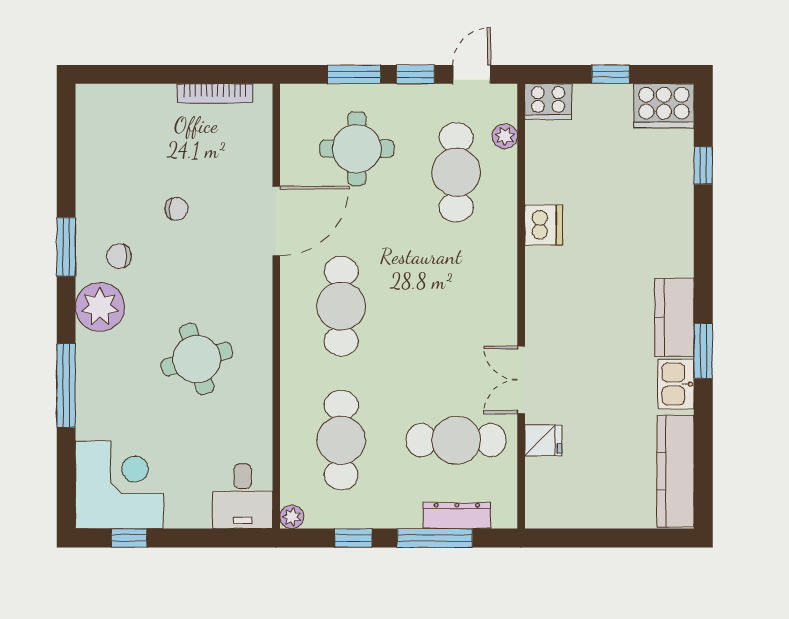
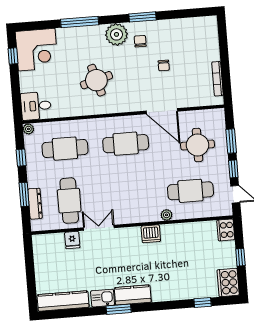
plant: (505, 136) -> (166, 215), moved
dishwasher: (544, 225) -> (151, 234), moved
window: (435, 538) -> (24, 194), width x0.69

